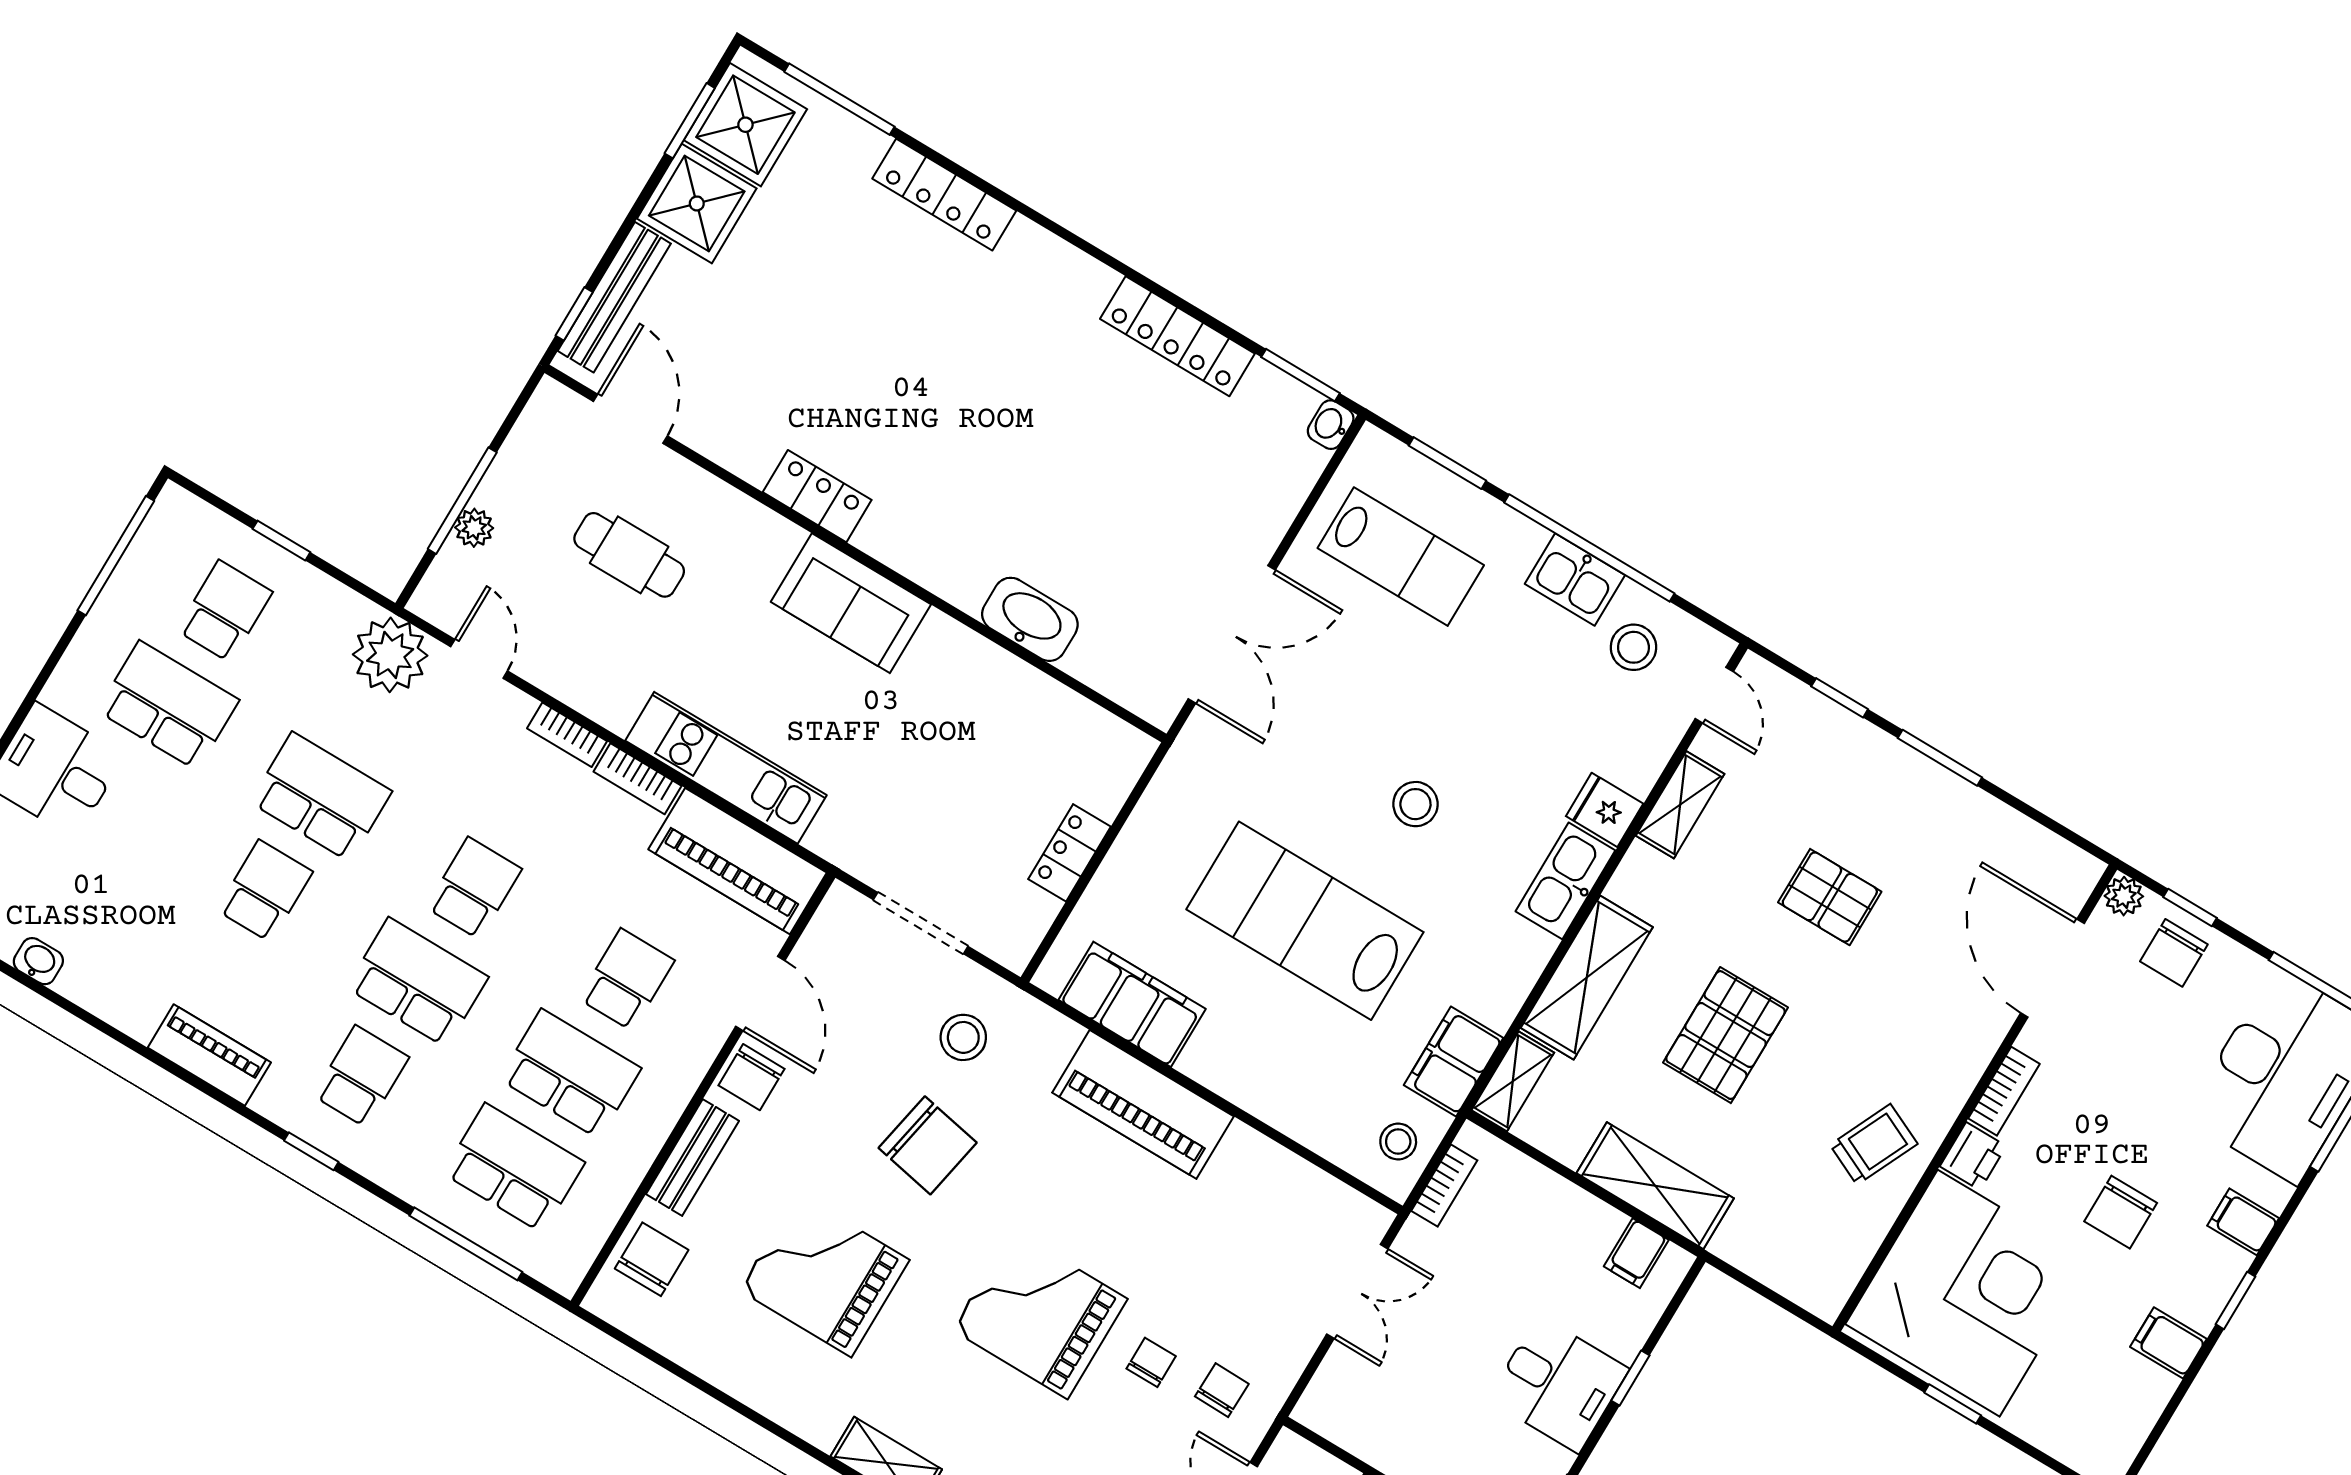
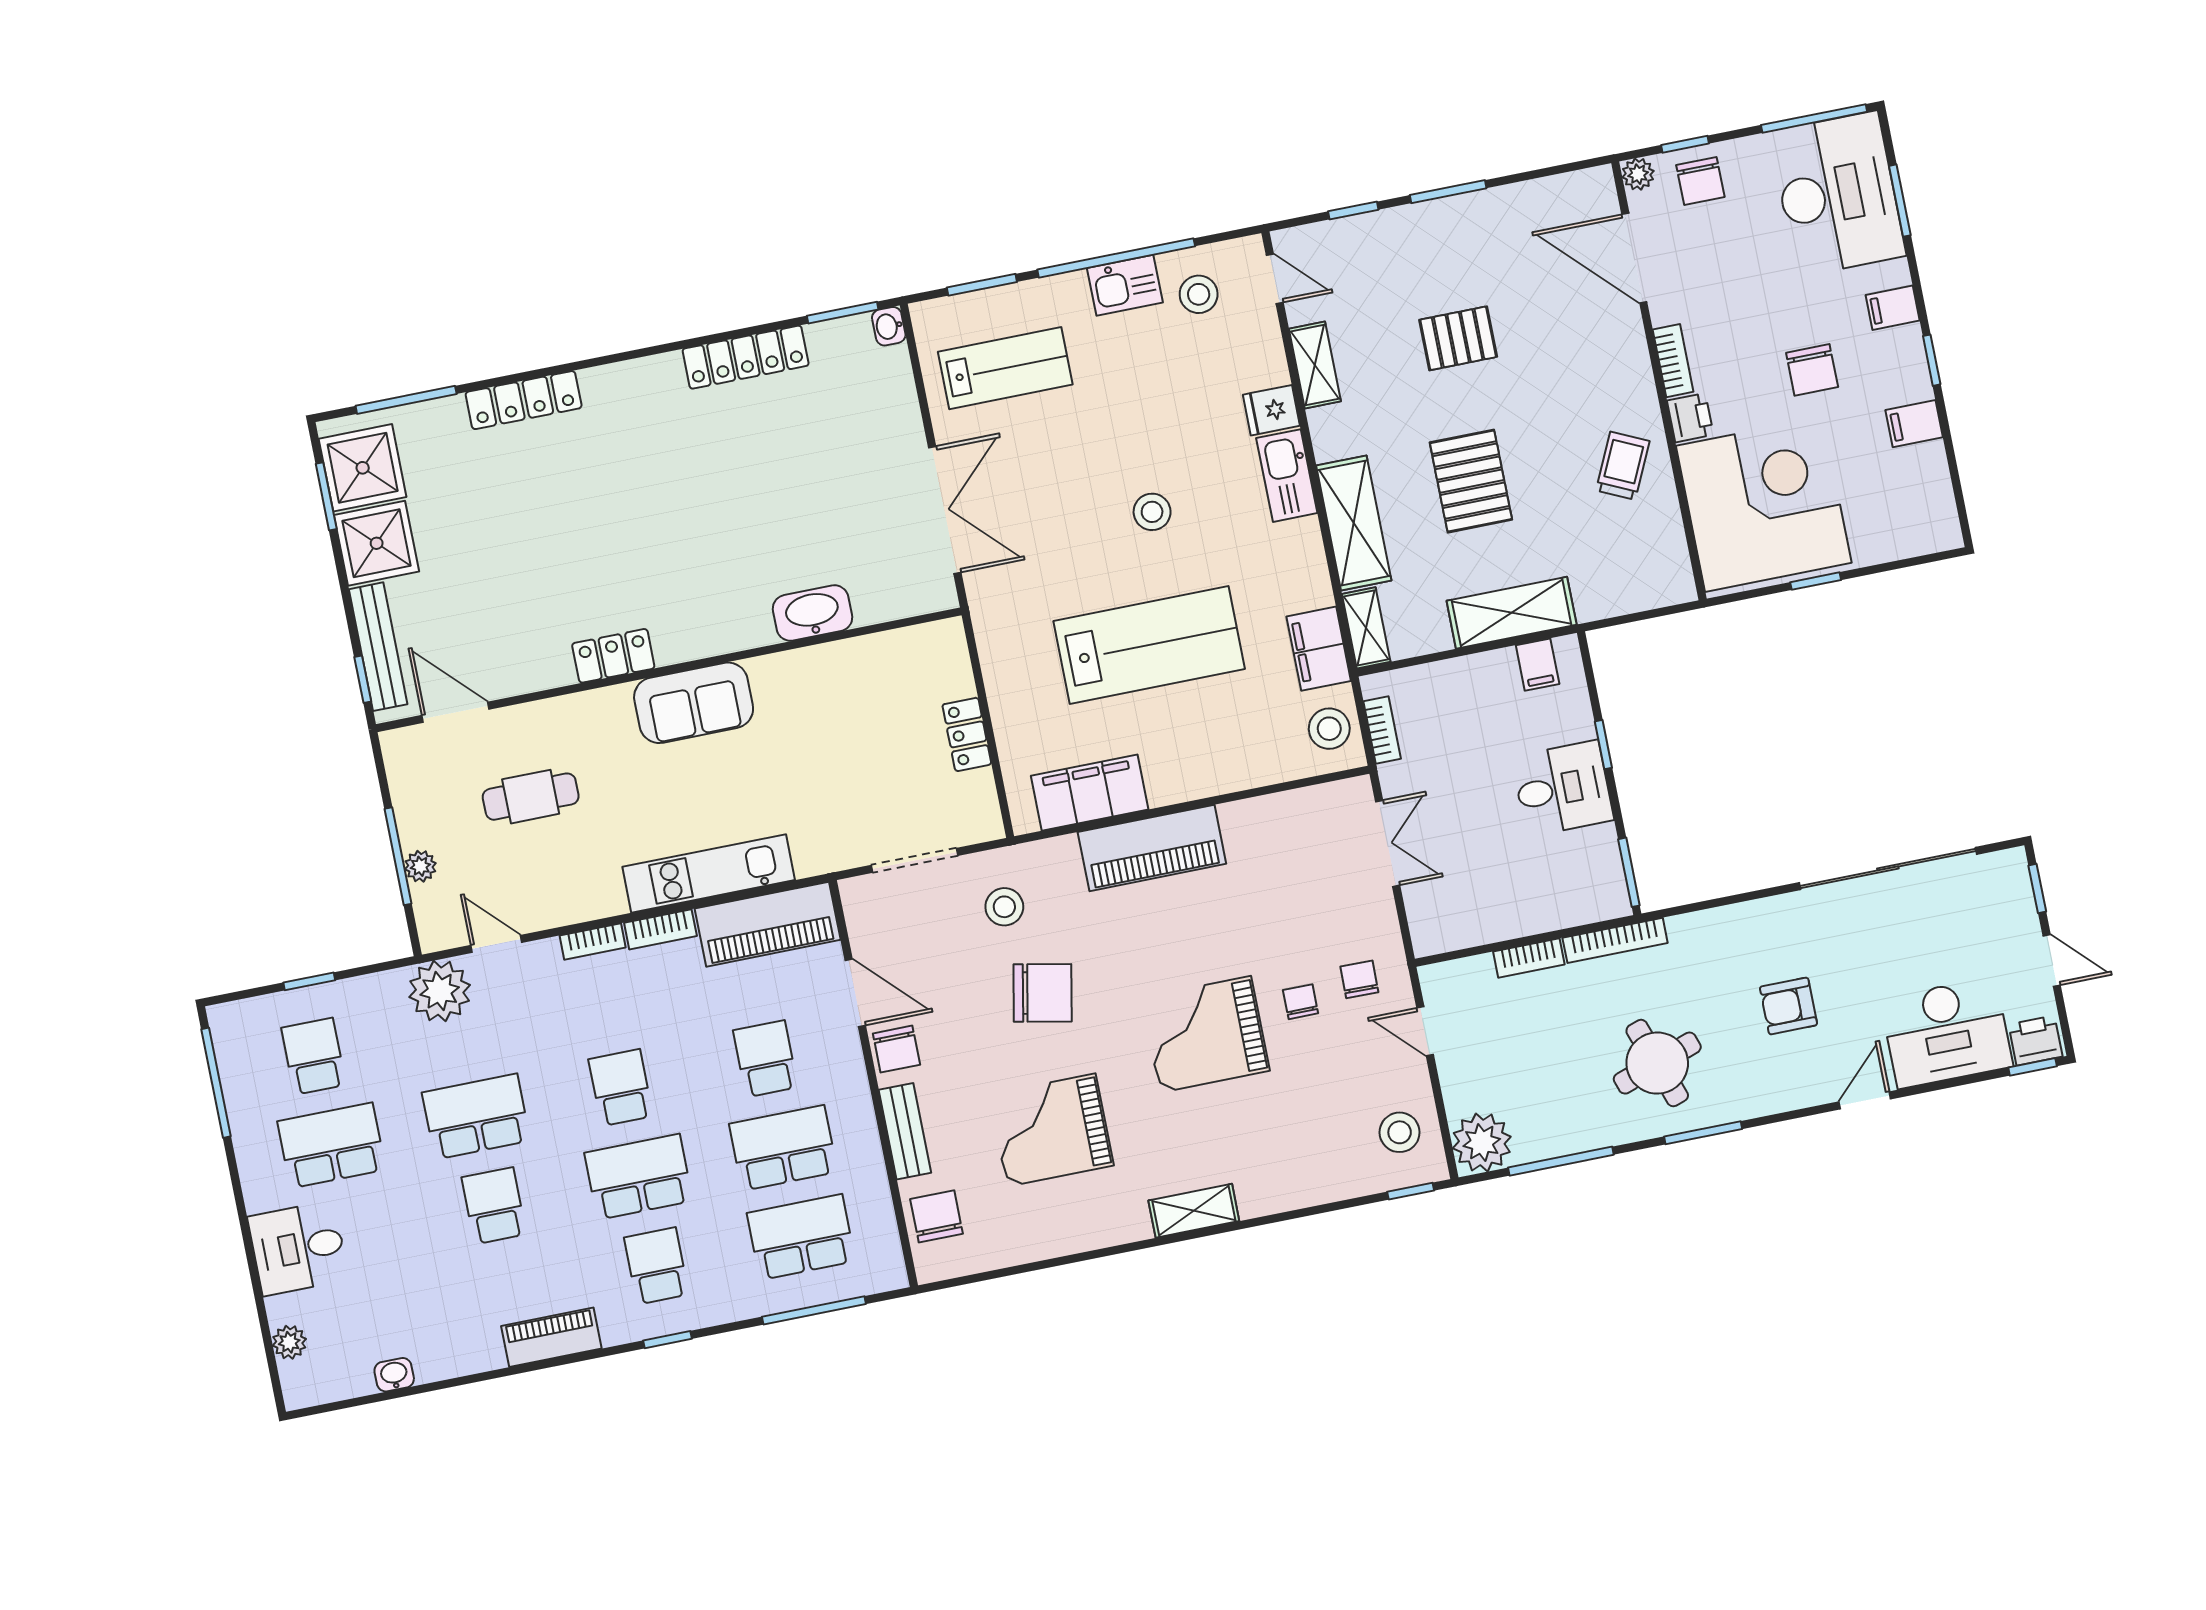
lab bench: (1305, 921) -> (1149, 645), turned 180
stool: (1398, 1142) -> (1329, 729), width x1.37, depth x1.37

